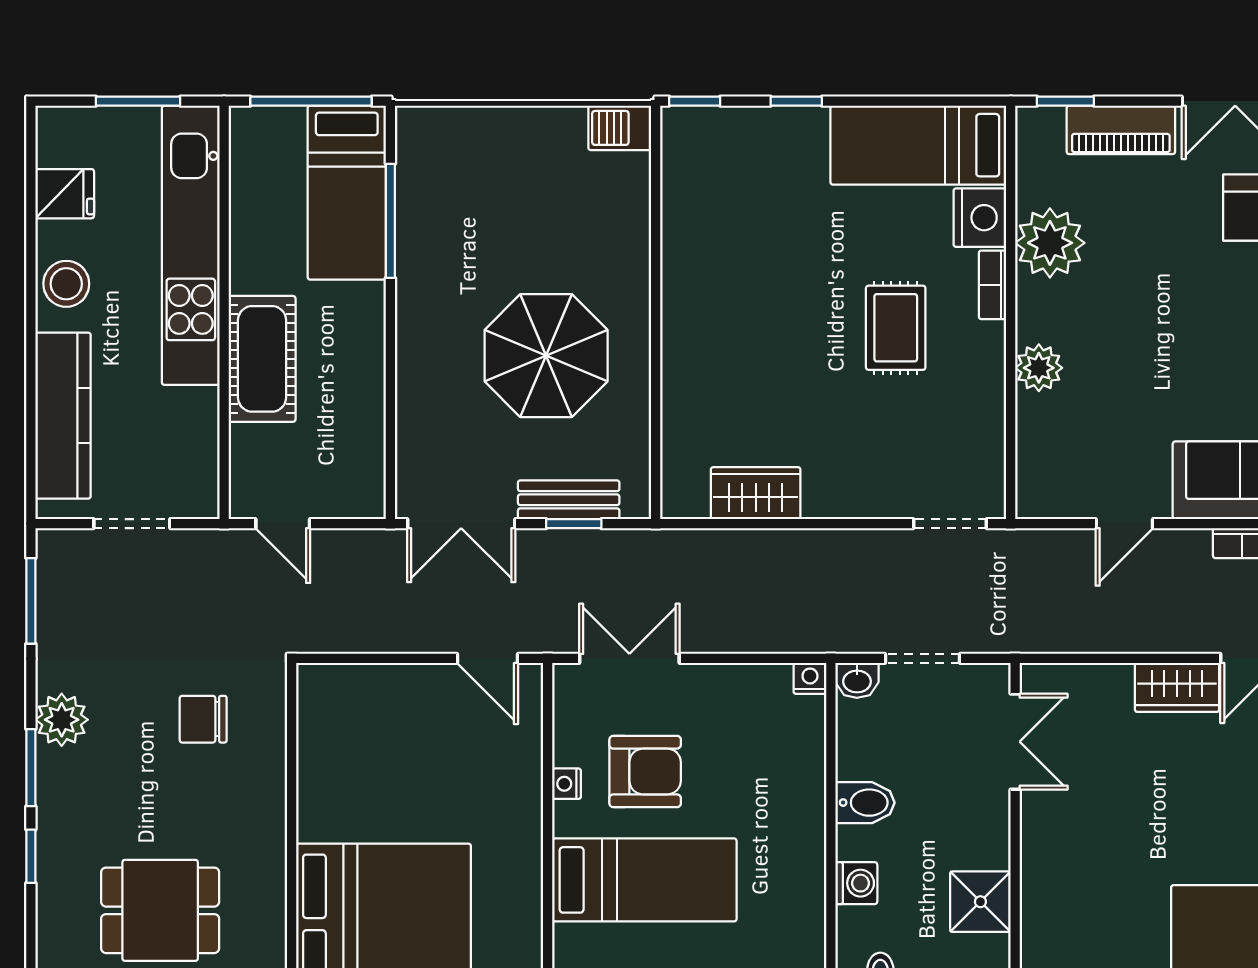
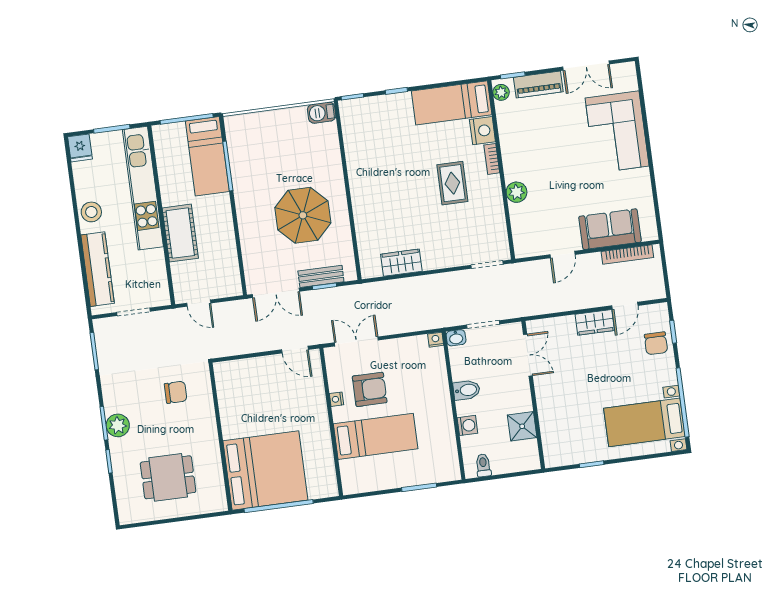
fridge: (65, 194) -> (80, 148), moved, turned 90
plant: (1050, 243) -> (501, 92), moved, width x0.53, depth x0.53
chair: (203, 719) -> (176, 392), turned 180
plant: (62, 720) -> (118, 425), moved

